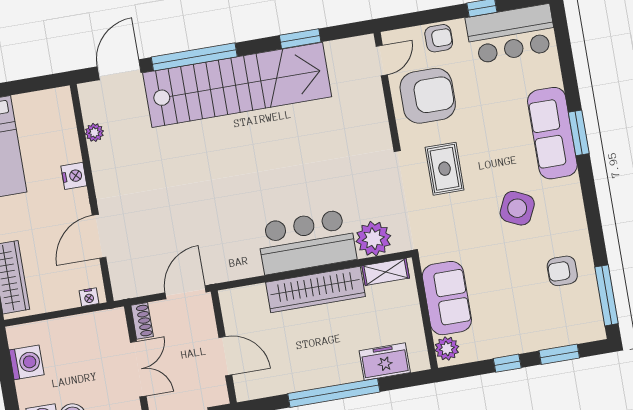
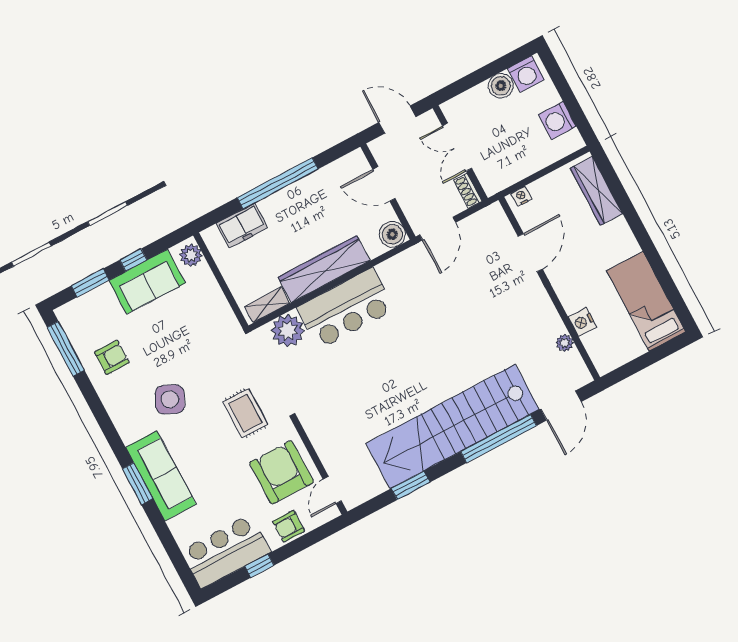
armchair: (428, 96) -> (281, 472), turned 90
nightstand: (74, 176) -> (582, 322), moved
sofa: (447, 298) -> (147, 282), moved, turned -90
boiler: (234, 302) -> (392, 234), added

